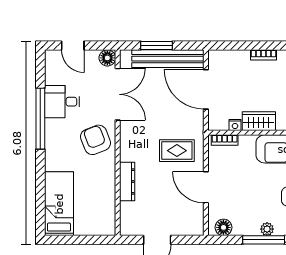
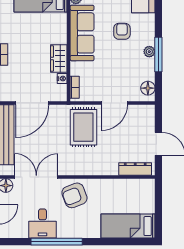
rug: (177, 151) -> (83, 127), width x1.36, depth x1.43
dresser: (127, 182) -> (135, 169), moved

